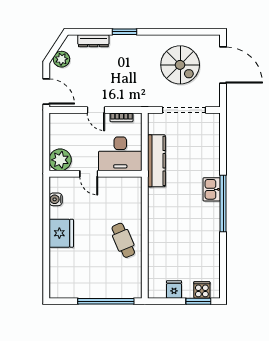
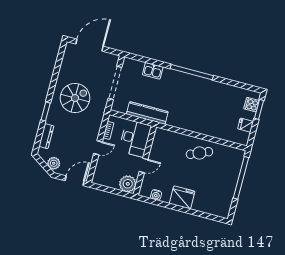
spiral stairs: (180, 65) -> (75, 98), moved
kitchen sink: (212, 189) -> (153, 71), moved

